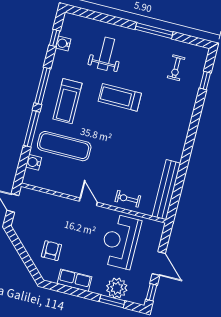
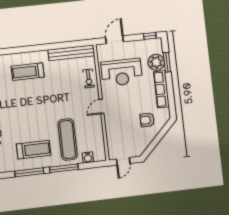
treadmill: (120, 97) -> (28, 72), moved, turned 90
door: (159, 264) -> (115, 40), moved
row of seats: (75, 280) -> (161, 89), width x1.48

